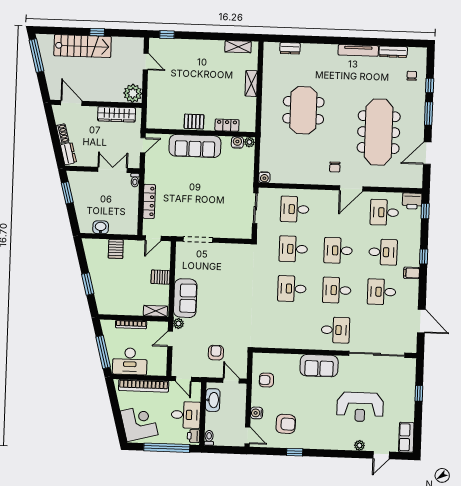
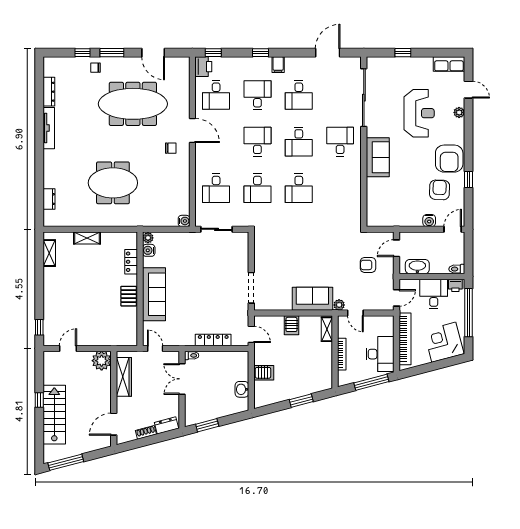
chair: (412, 76) -> (96, 68), moved
desk: (338, 251) -> (257, 142), turned 180
armchair: (266, 380) -> (449, 159), moved, width x1.88, depth x1.88

